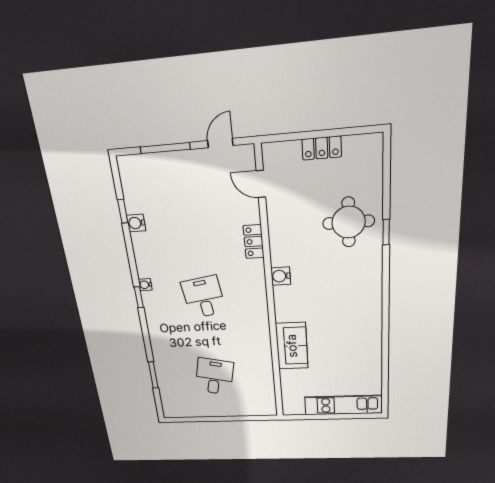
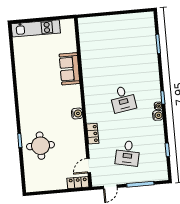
locker: (322, 148) -> (78, 183), moved
door: (261, 184) -> (89, 166), swing flipped
water cooler: (136, 223) -> (158, 115), moved
desk: (214, 376) -> (128, 153), moved

